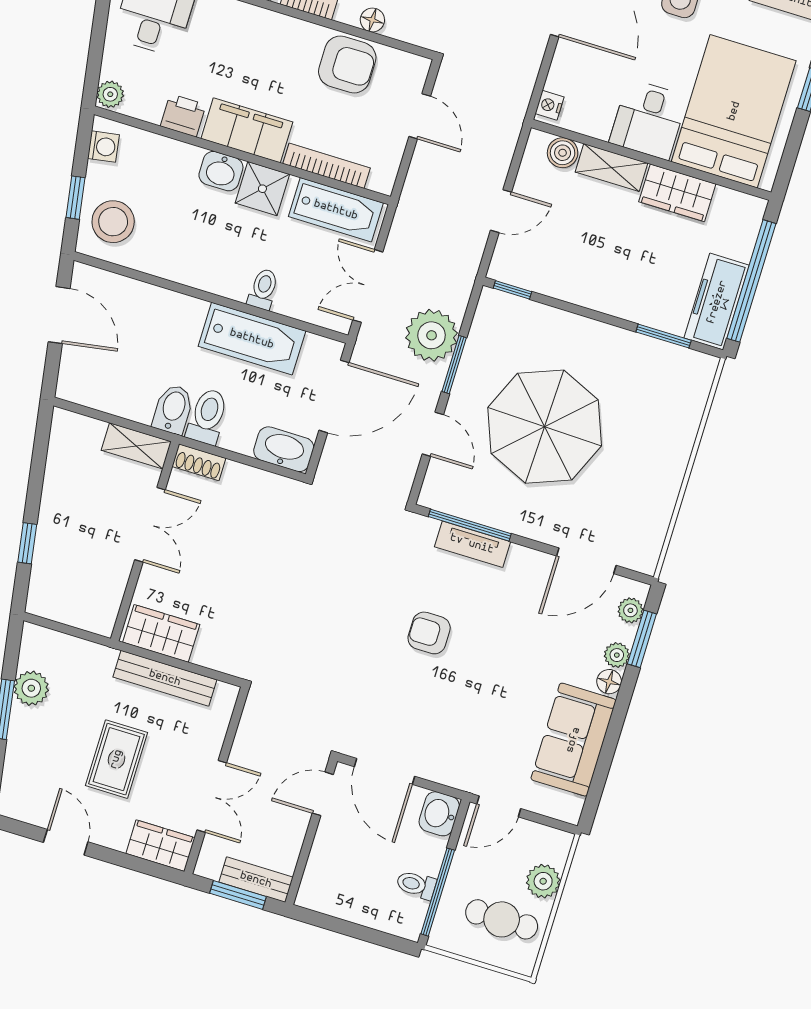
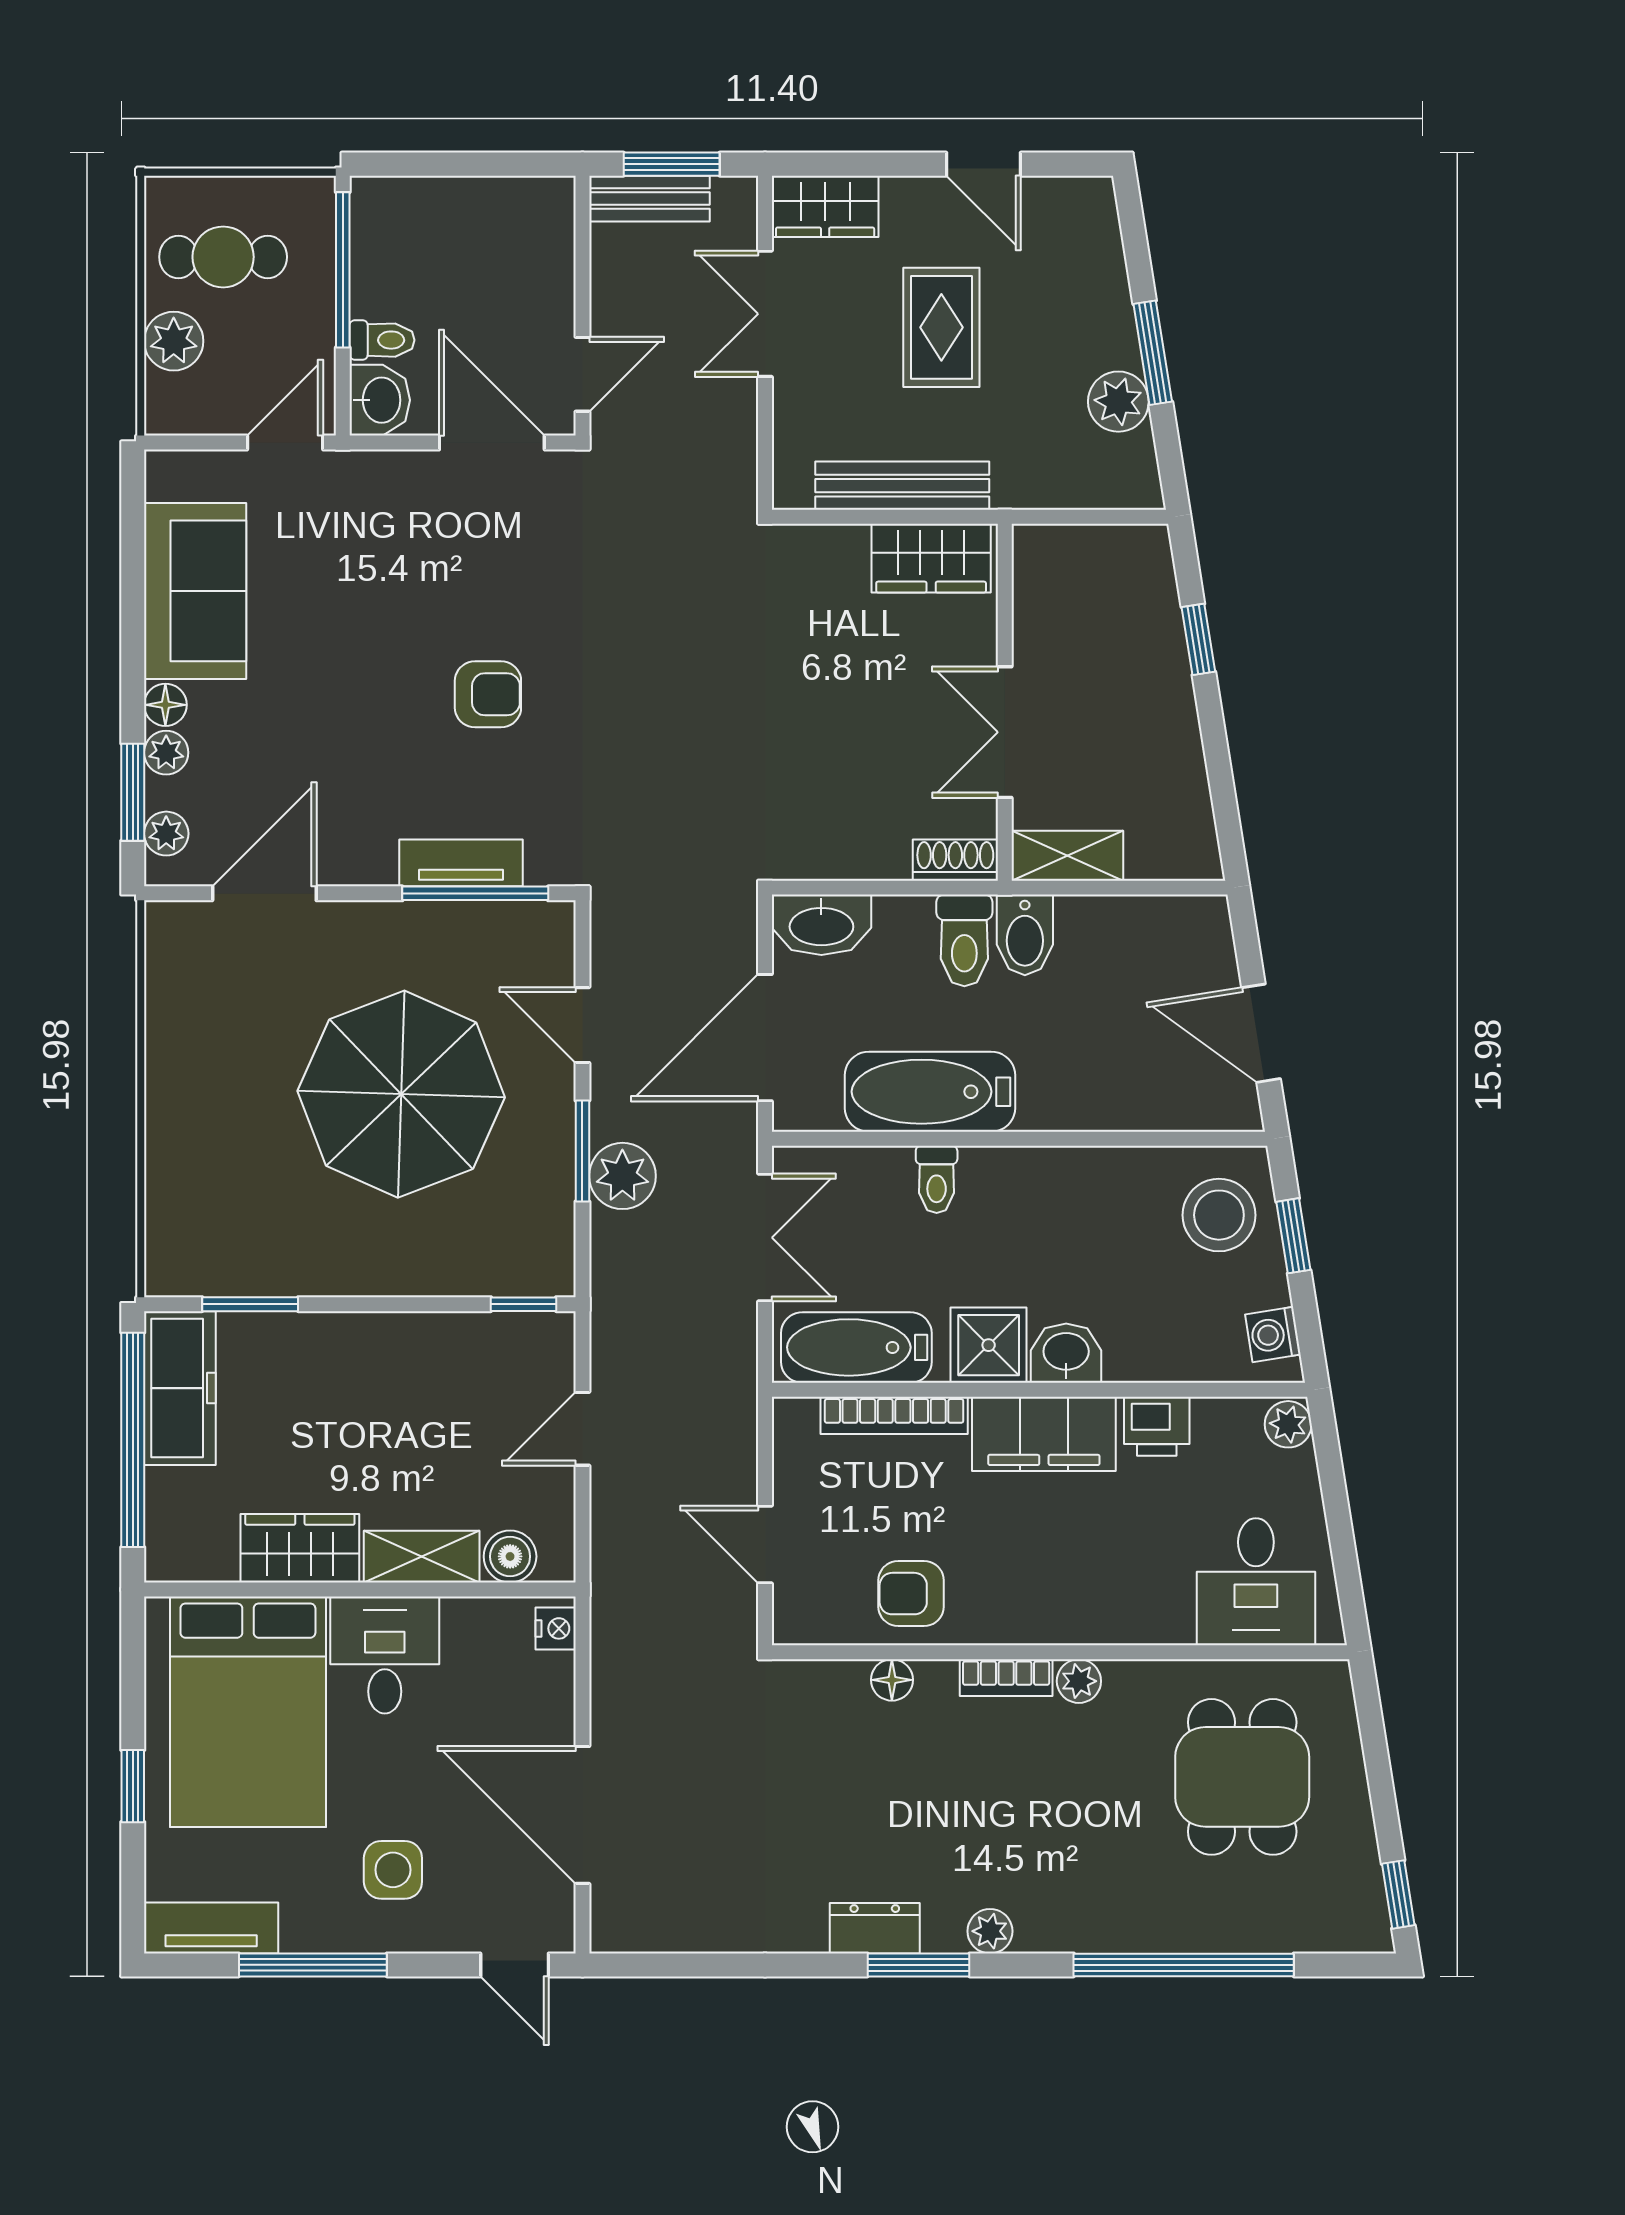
armchair: (347, 64) -> (911, 1594), width x0.72, depth x0.72
plant: (432, 335) -> (622, 1176), width x0.73, depth x0.73
toilet: (416, 885) -> (382, 340), moved

